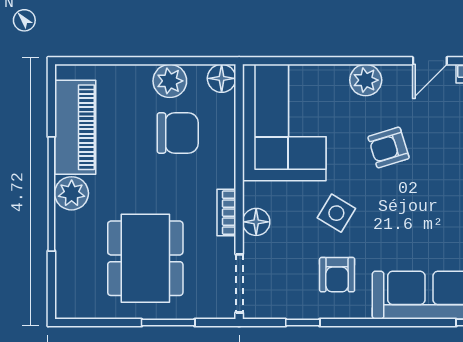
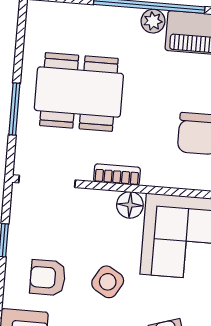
plant: (72, 193) -> (153, 21), width x0.73, depth x0.73
floor lamp: (256, 222) -> (130, 205), moved

